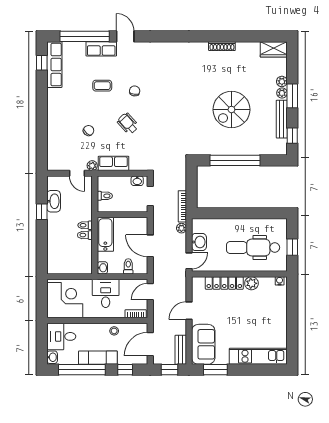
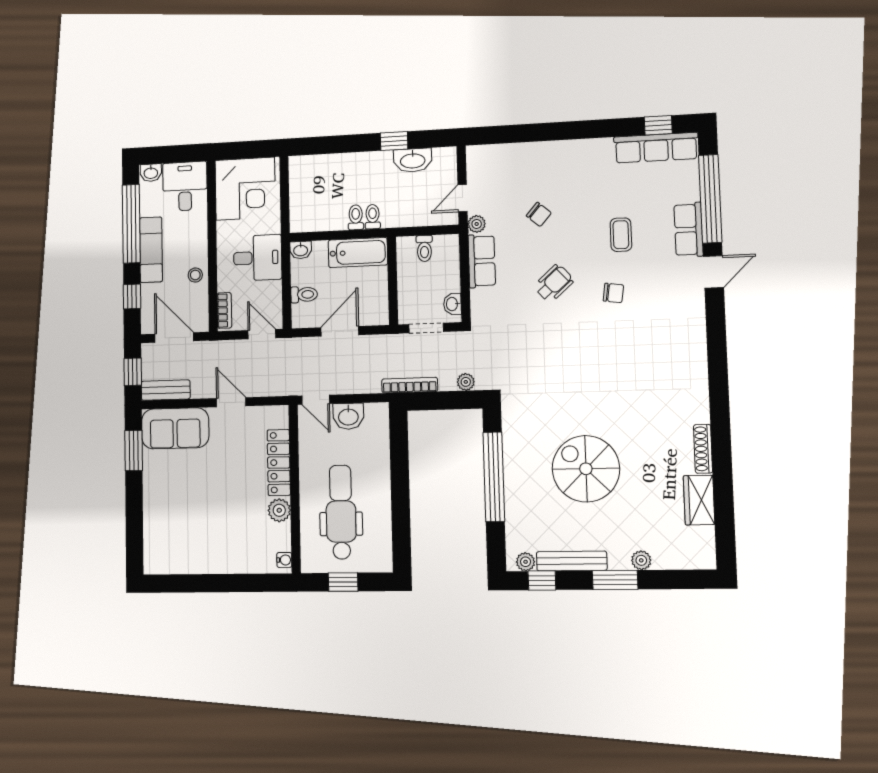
wardrobe: (274, 49) -> (699, 500), moved
plant: (282, 93) -> (526, 562), moved
plant: (181, 228) -> (466, 382), moved
kitchen unit: (258, 356) -> (156, 524), removed

